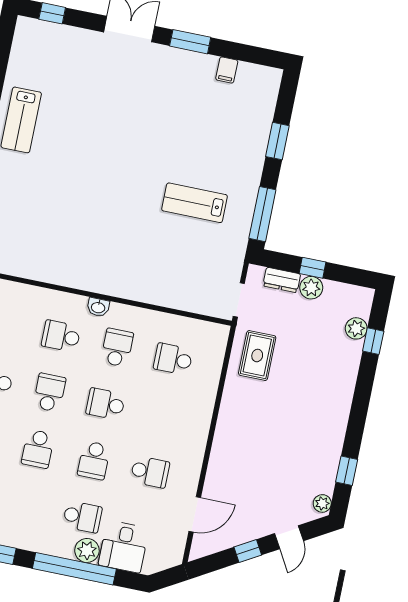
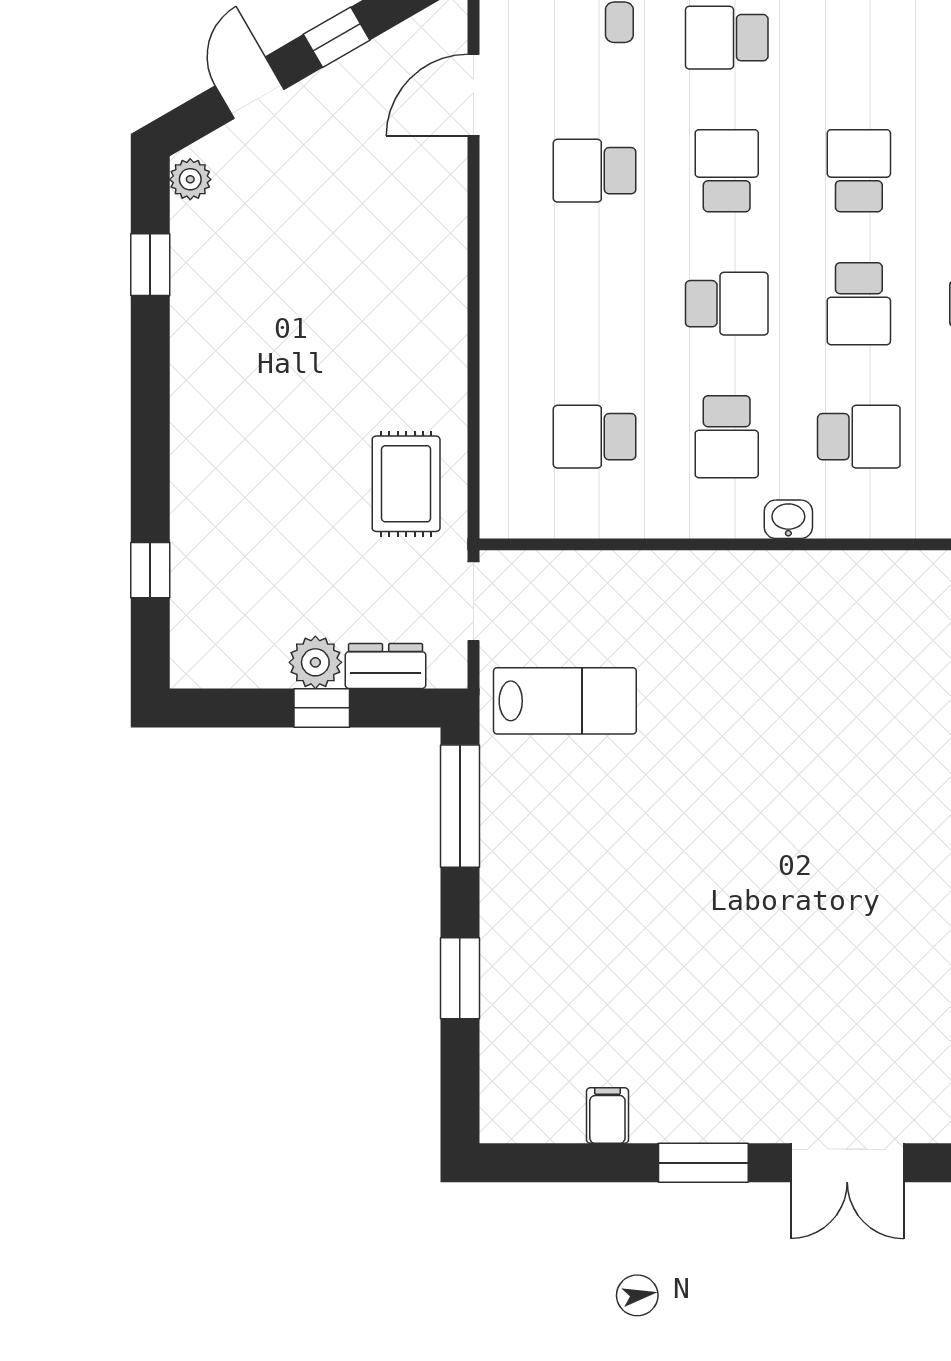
lab bench: (194, 203) -> (565, 701), moved
plant: (356, 328) -> (195, 591), removed
school desk: (173, 359) -> (595, 437), turned 180

